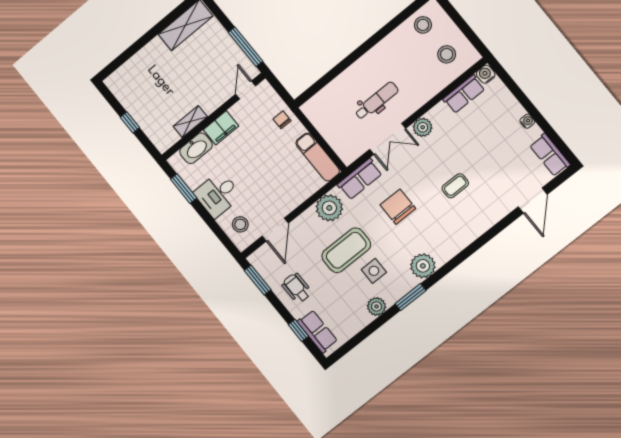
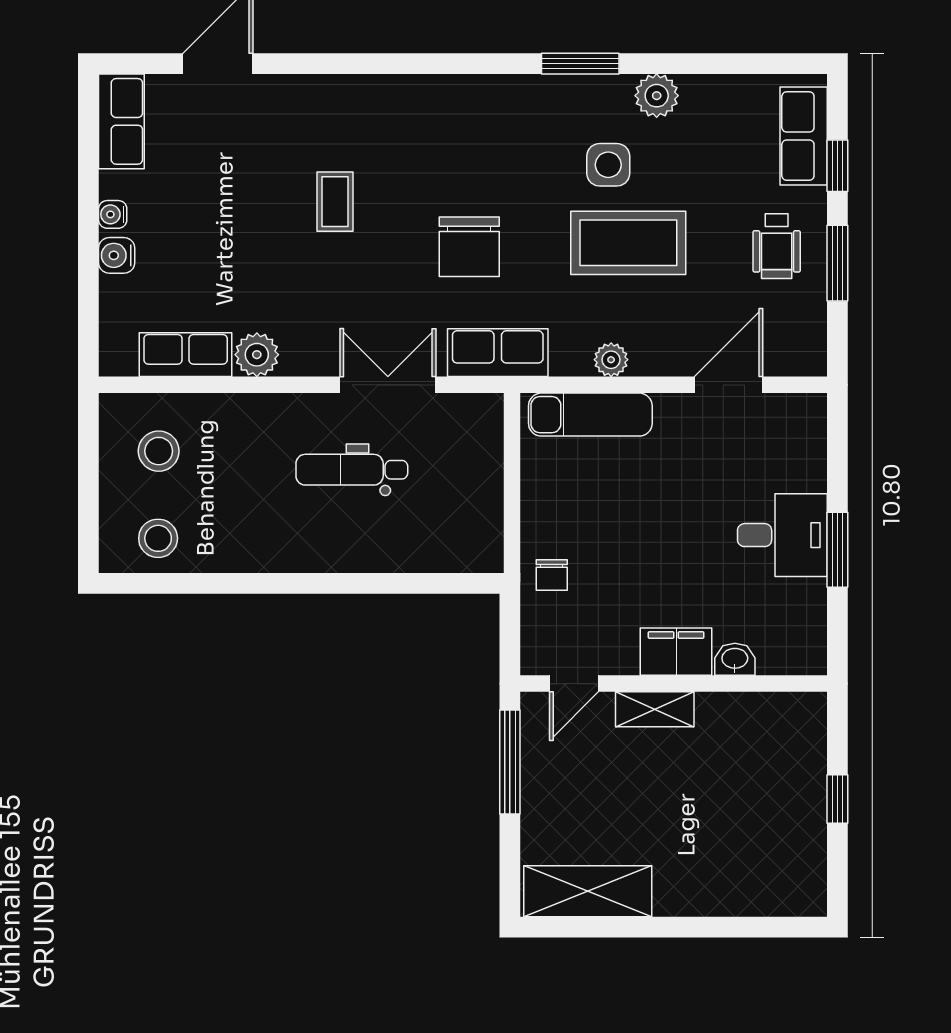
water cooler: (486, 74) -> (117, 255), moved, turned 90
shelving: (190, 121) -> (655, 709), moved
plant: (423, 127) -> (257, 355), moved
washbasin: (196, 148) -> (735, 659), width x0.52, depth x0.69
exam couch: (318, 157) -> (590, 415), moved, turned 90
coffee table: (455, 186) -> (335, 202), turned 90
window: (184, 189) -> (837, 550), moved
plant: (329, 208) -> (611, 360), width x0.53, depth x0.53
stool: (240, 224) -> (786, 447), removed
plant: (423, 266) -> (511, 103), removed
window: (258, 280) -> (837, 263), moved

